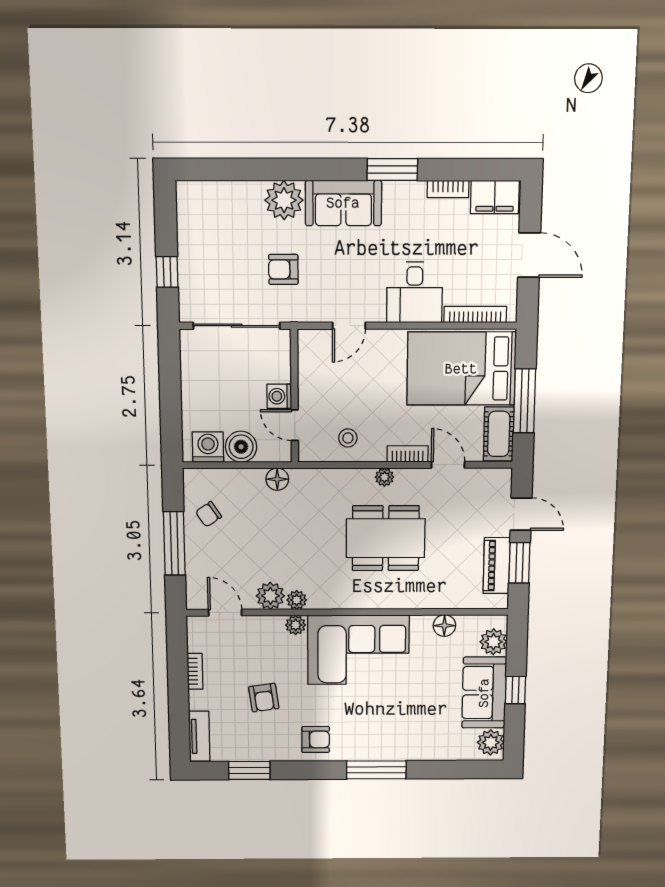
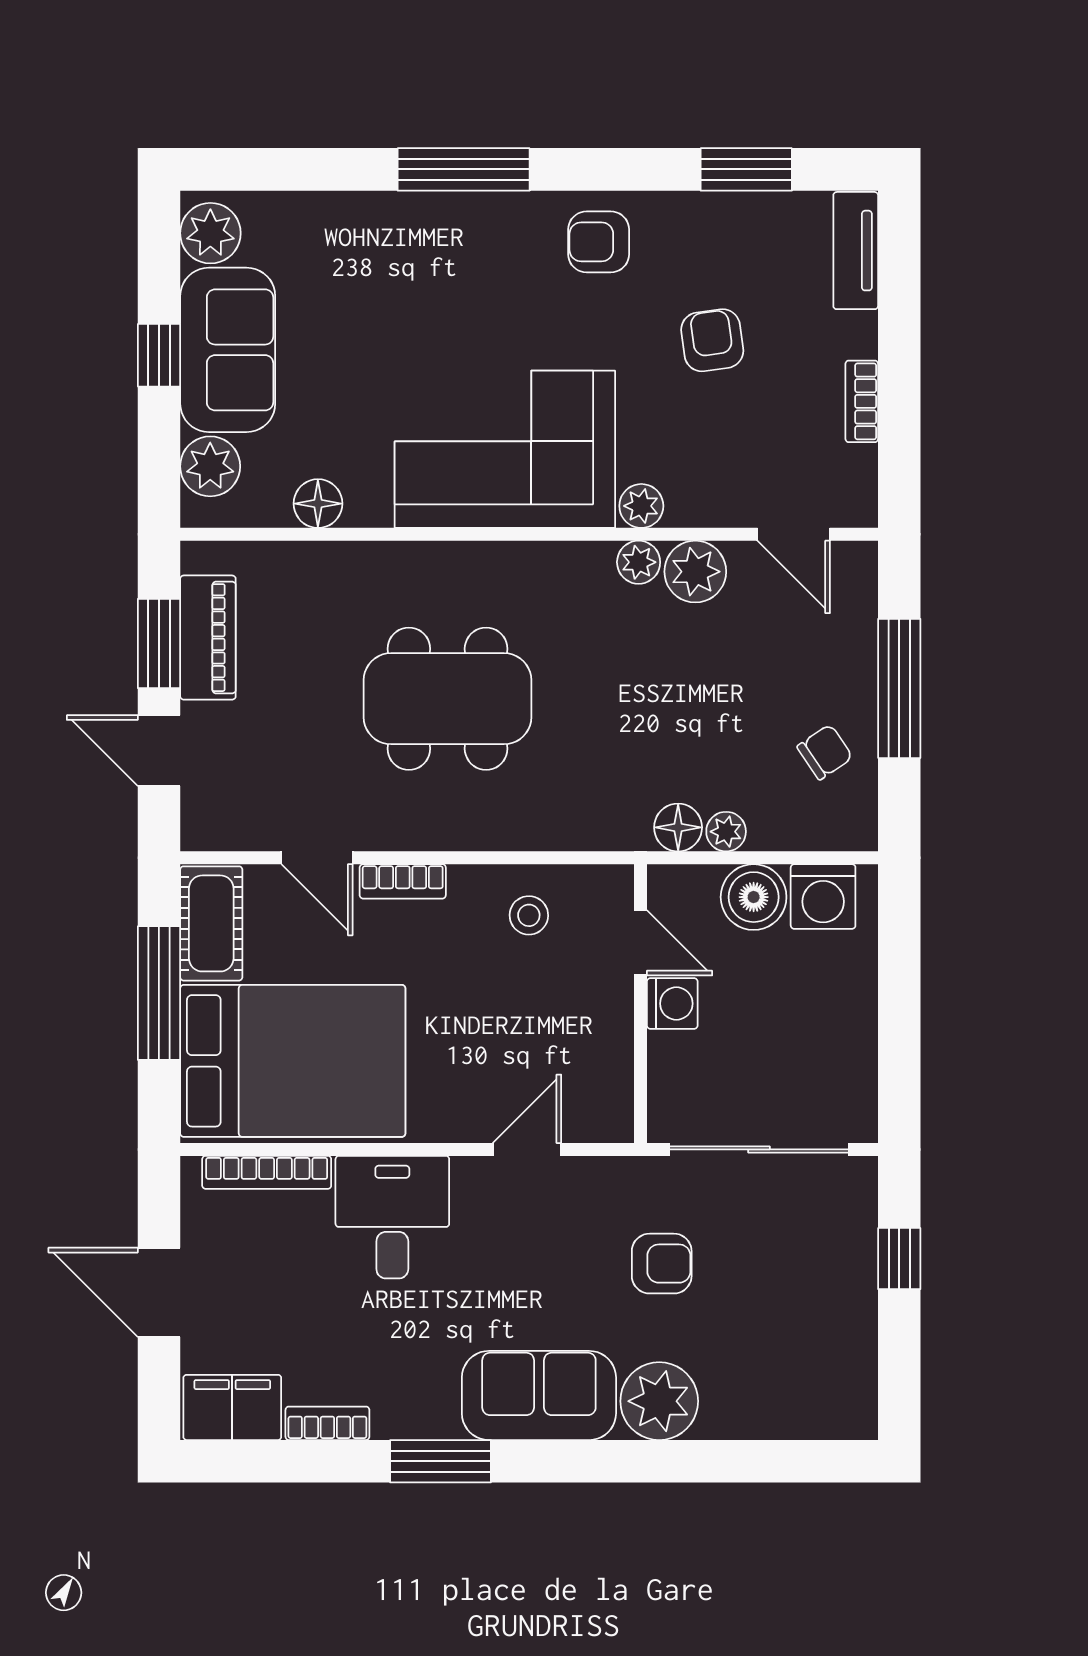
plant: (384, 477) -> (726, 832), moved

